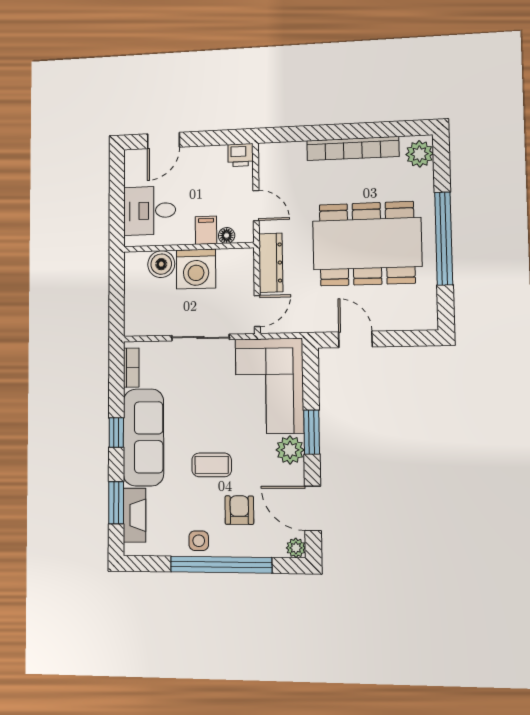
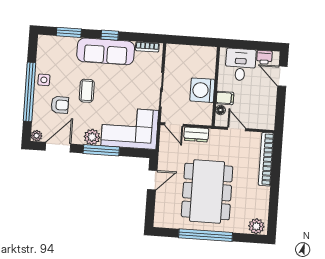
bookcase: (353, 148) -> (266, 159), moved
printer: (241, 155) -> (264, 57), moved, turned -90
door: (256, 206) -> (237, 129), swing flipped
dresser: (271, 263) -> (196, 134), width x0.70
boiler: (161, 264) -> (207, 69), removed
window: (312, 432) -> (101, 150), width x1.44
fireplace: (134, 515) -> (61, 43), removed

